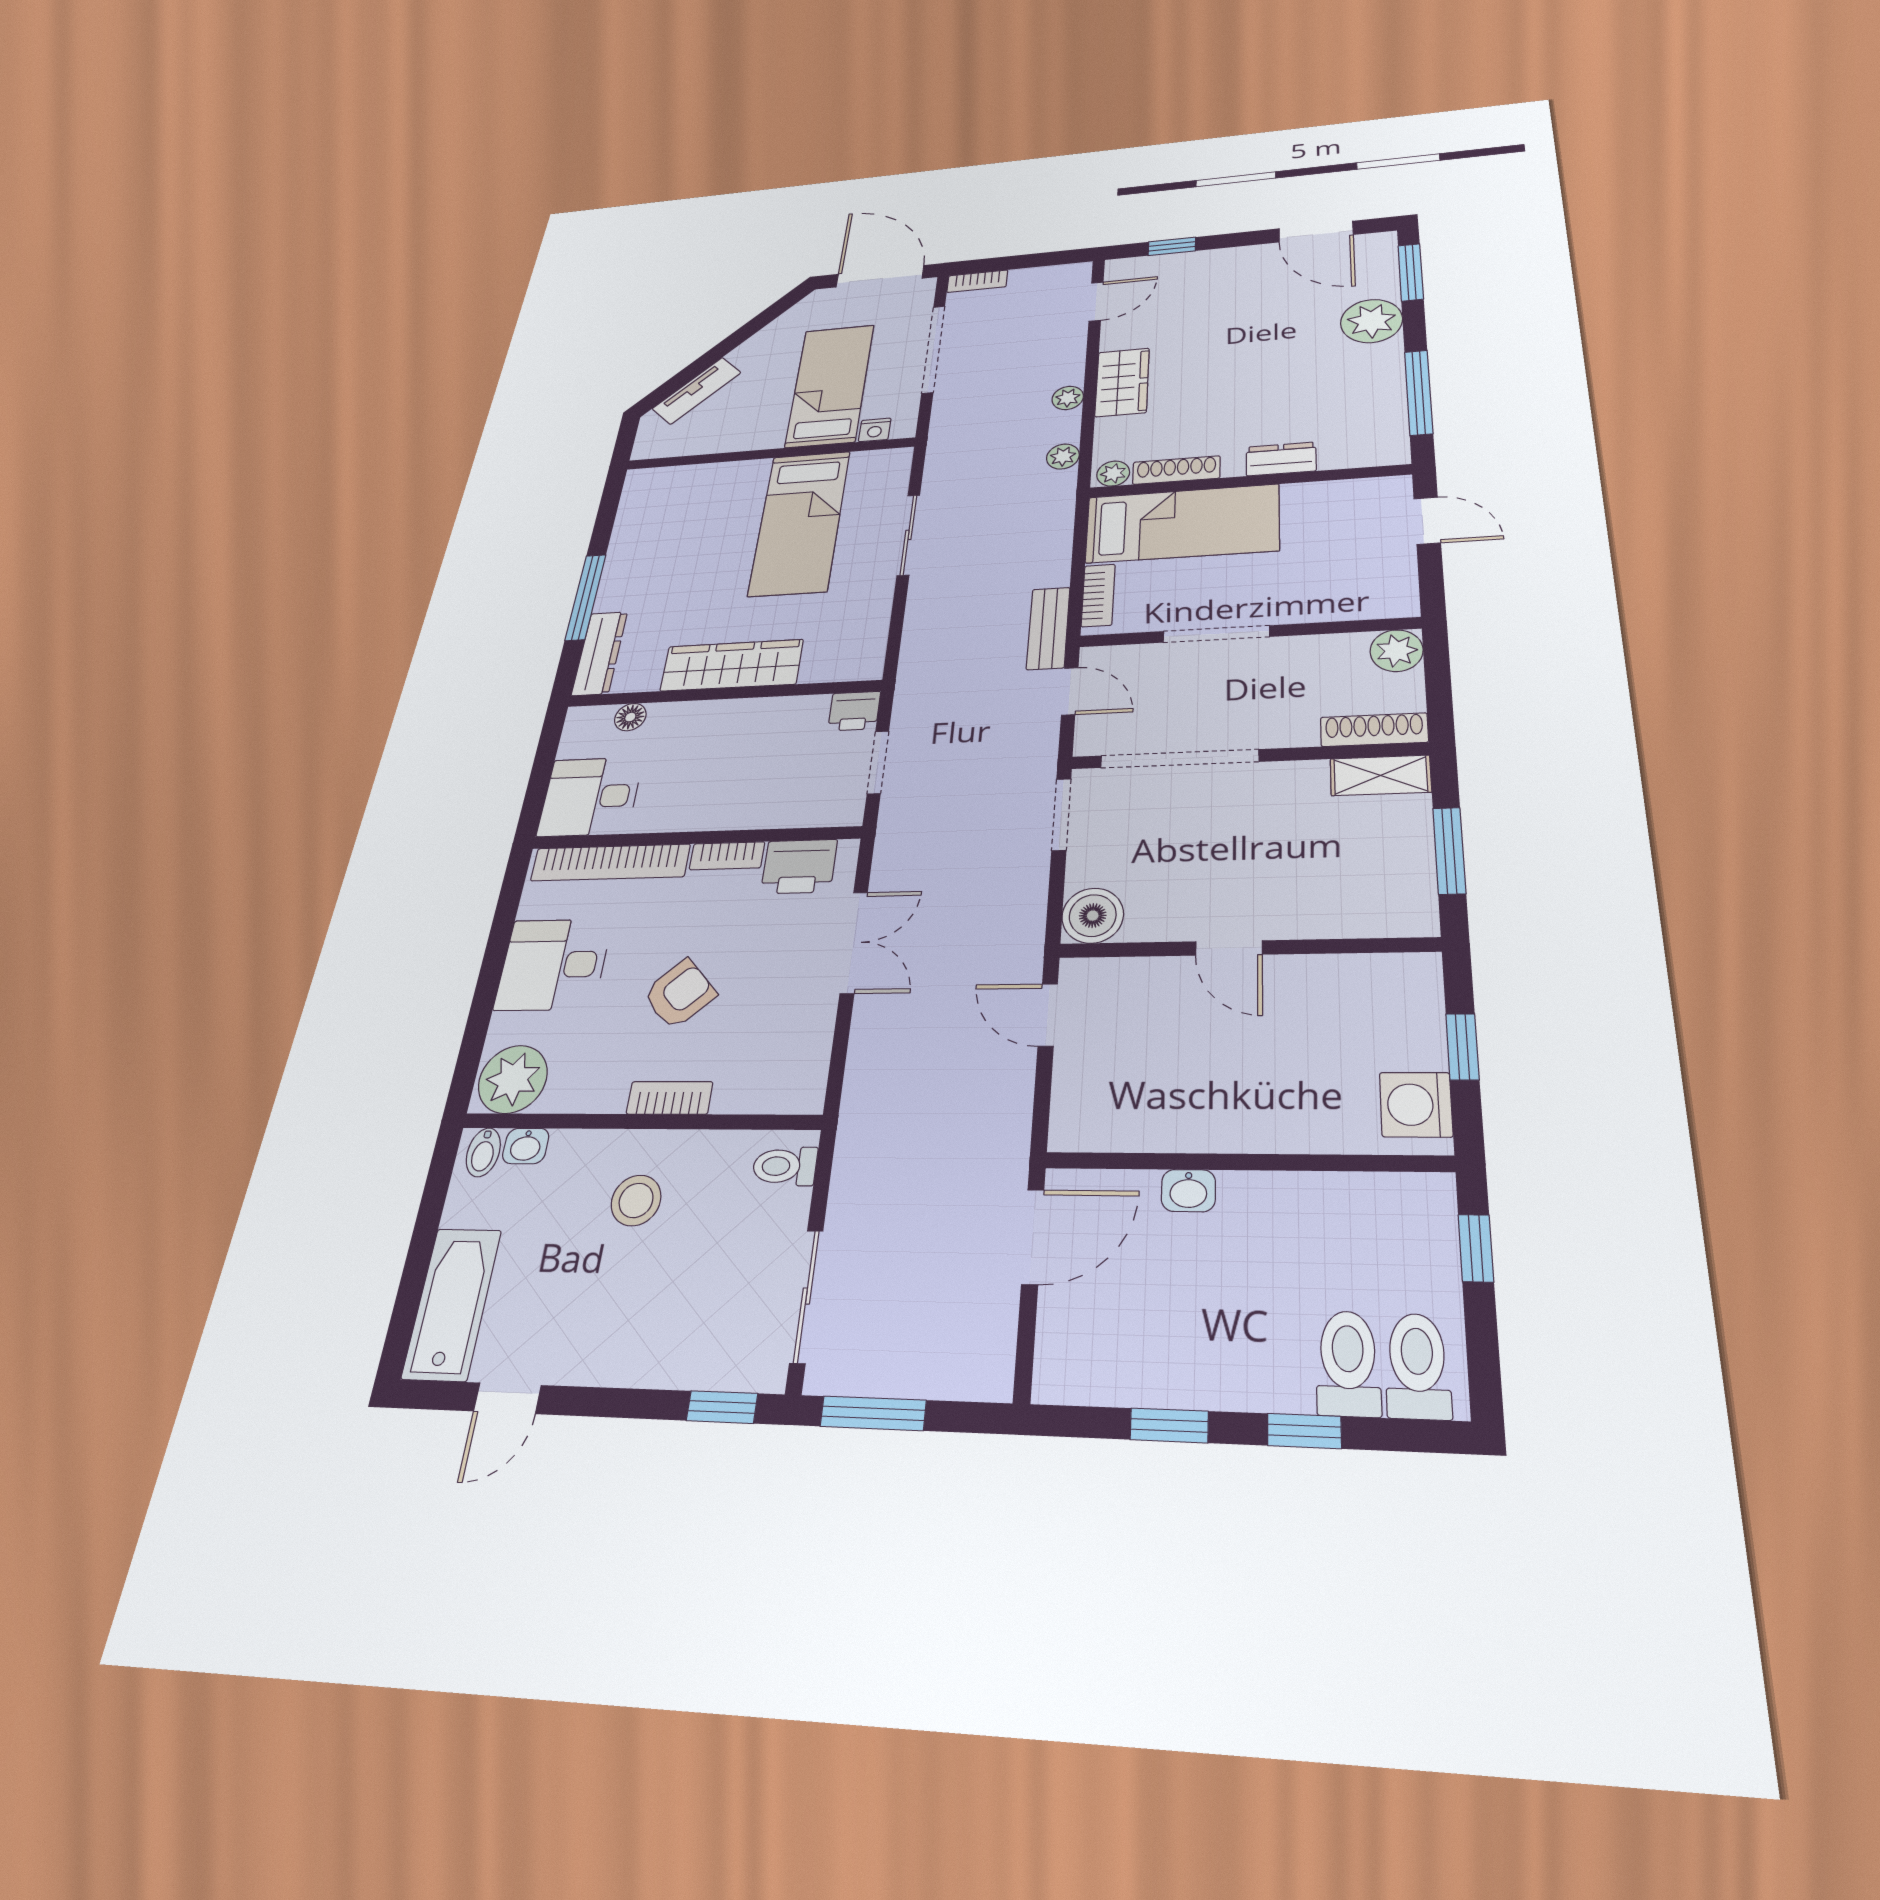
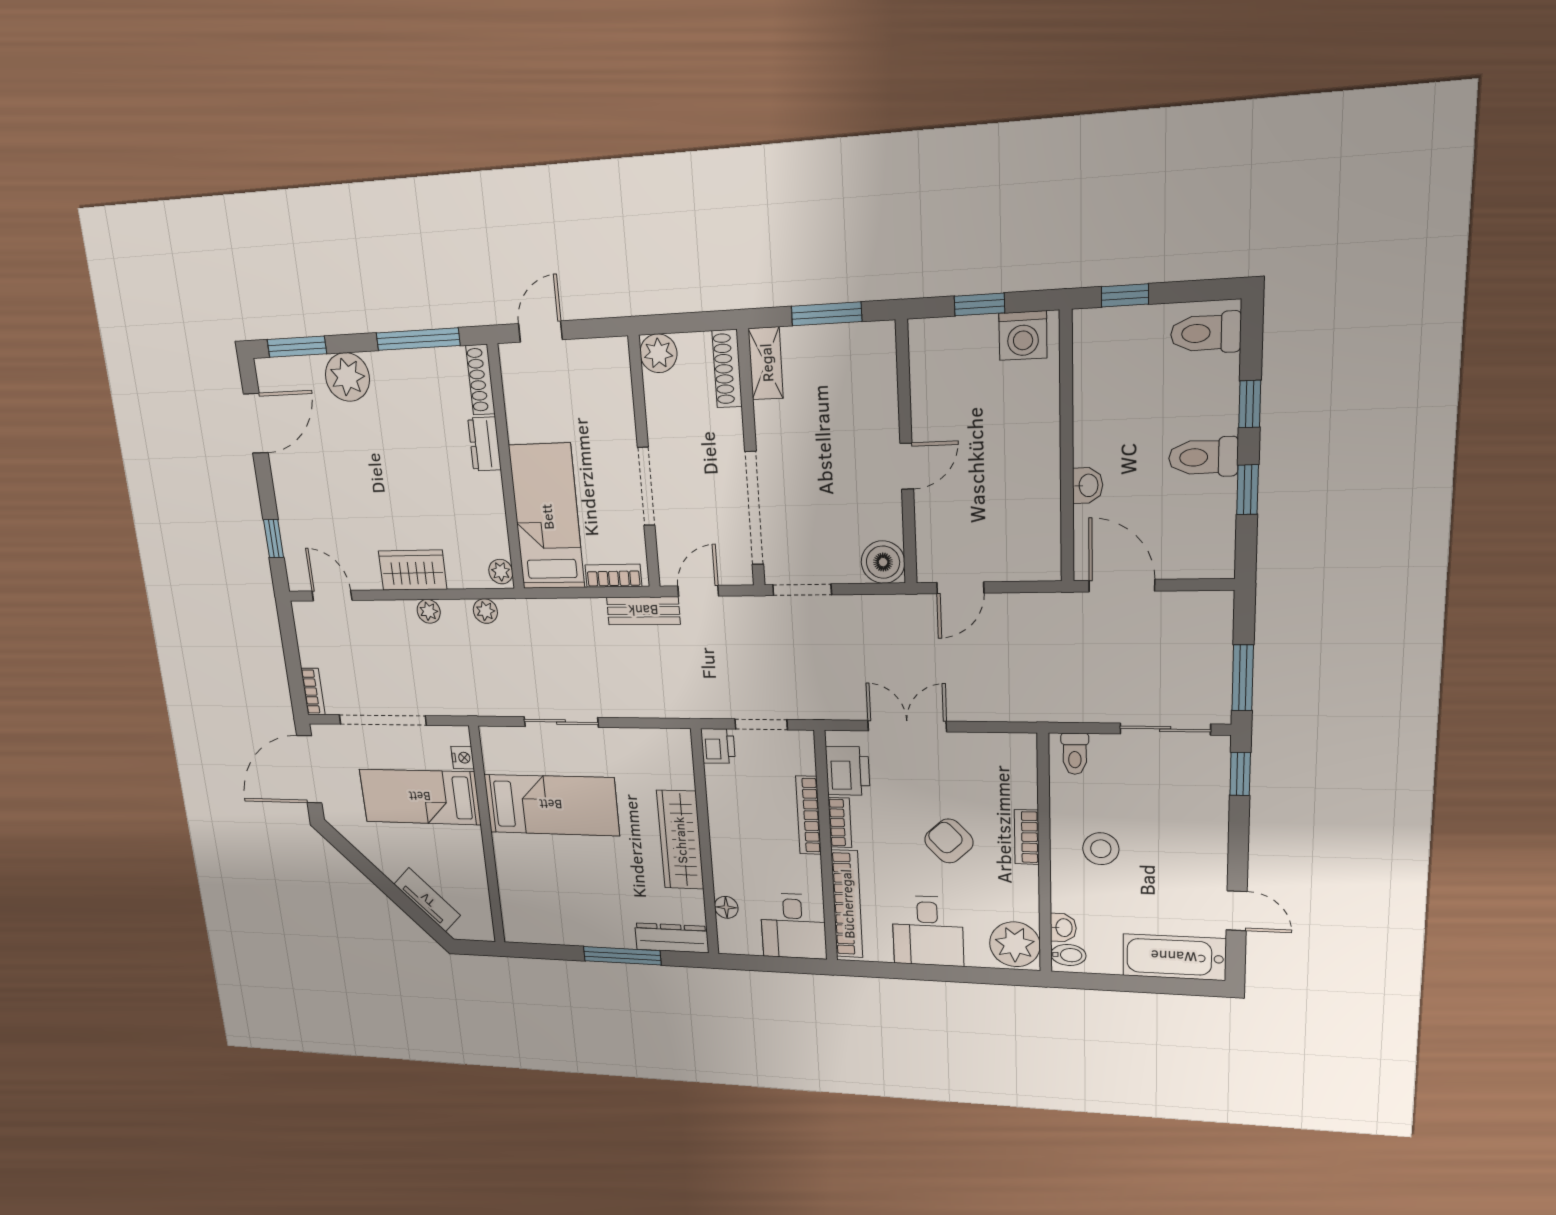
shoe rack: (1176, 470) -> (480, 380), moved
bookcase: (743, 817) -> (808, 815), added
toilet: (1348, 1363) -> (1203, 457), moved

